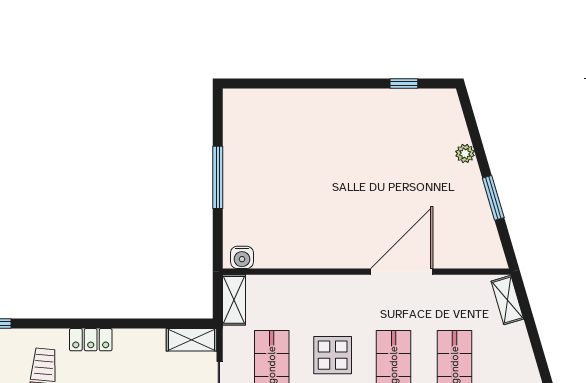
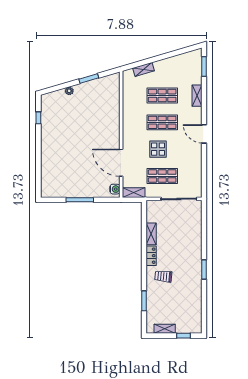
door: (402, 272) -> (121, 163), moved
shelving: (507, 300) -> (143, 69), moved
shelving: (192, 340) -> (151, 234), moved

